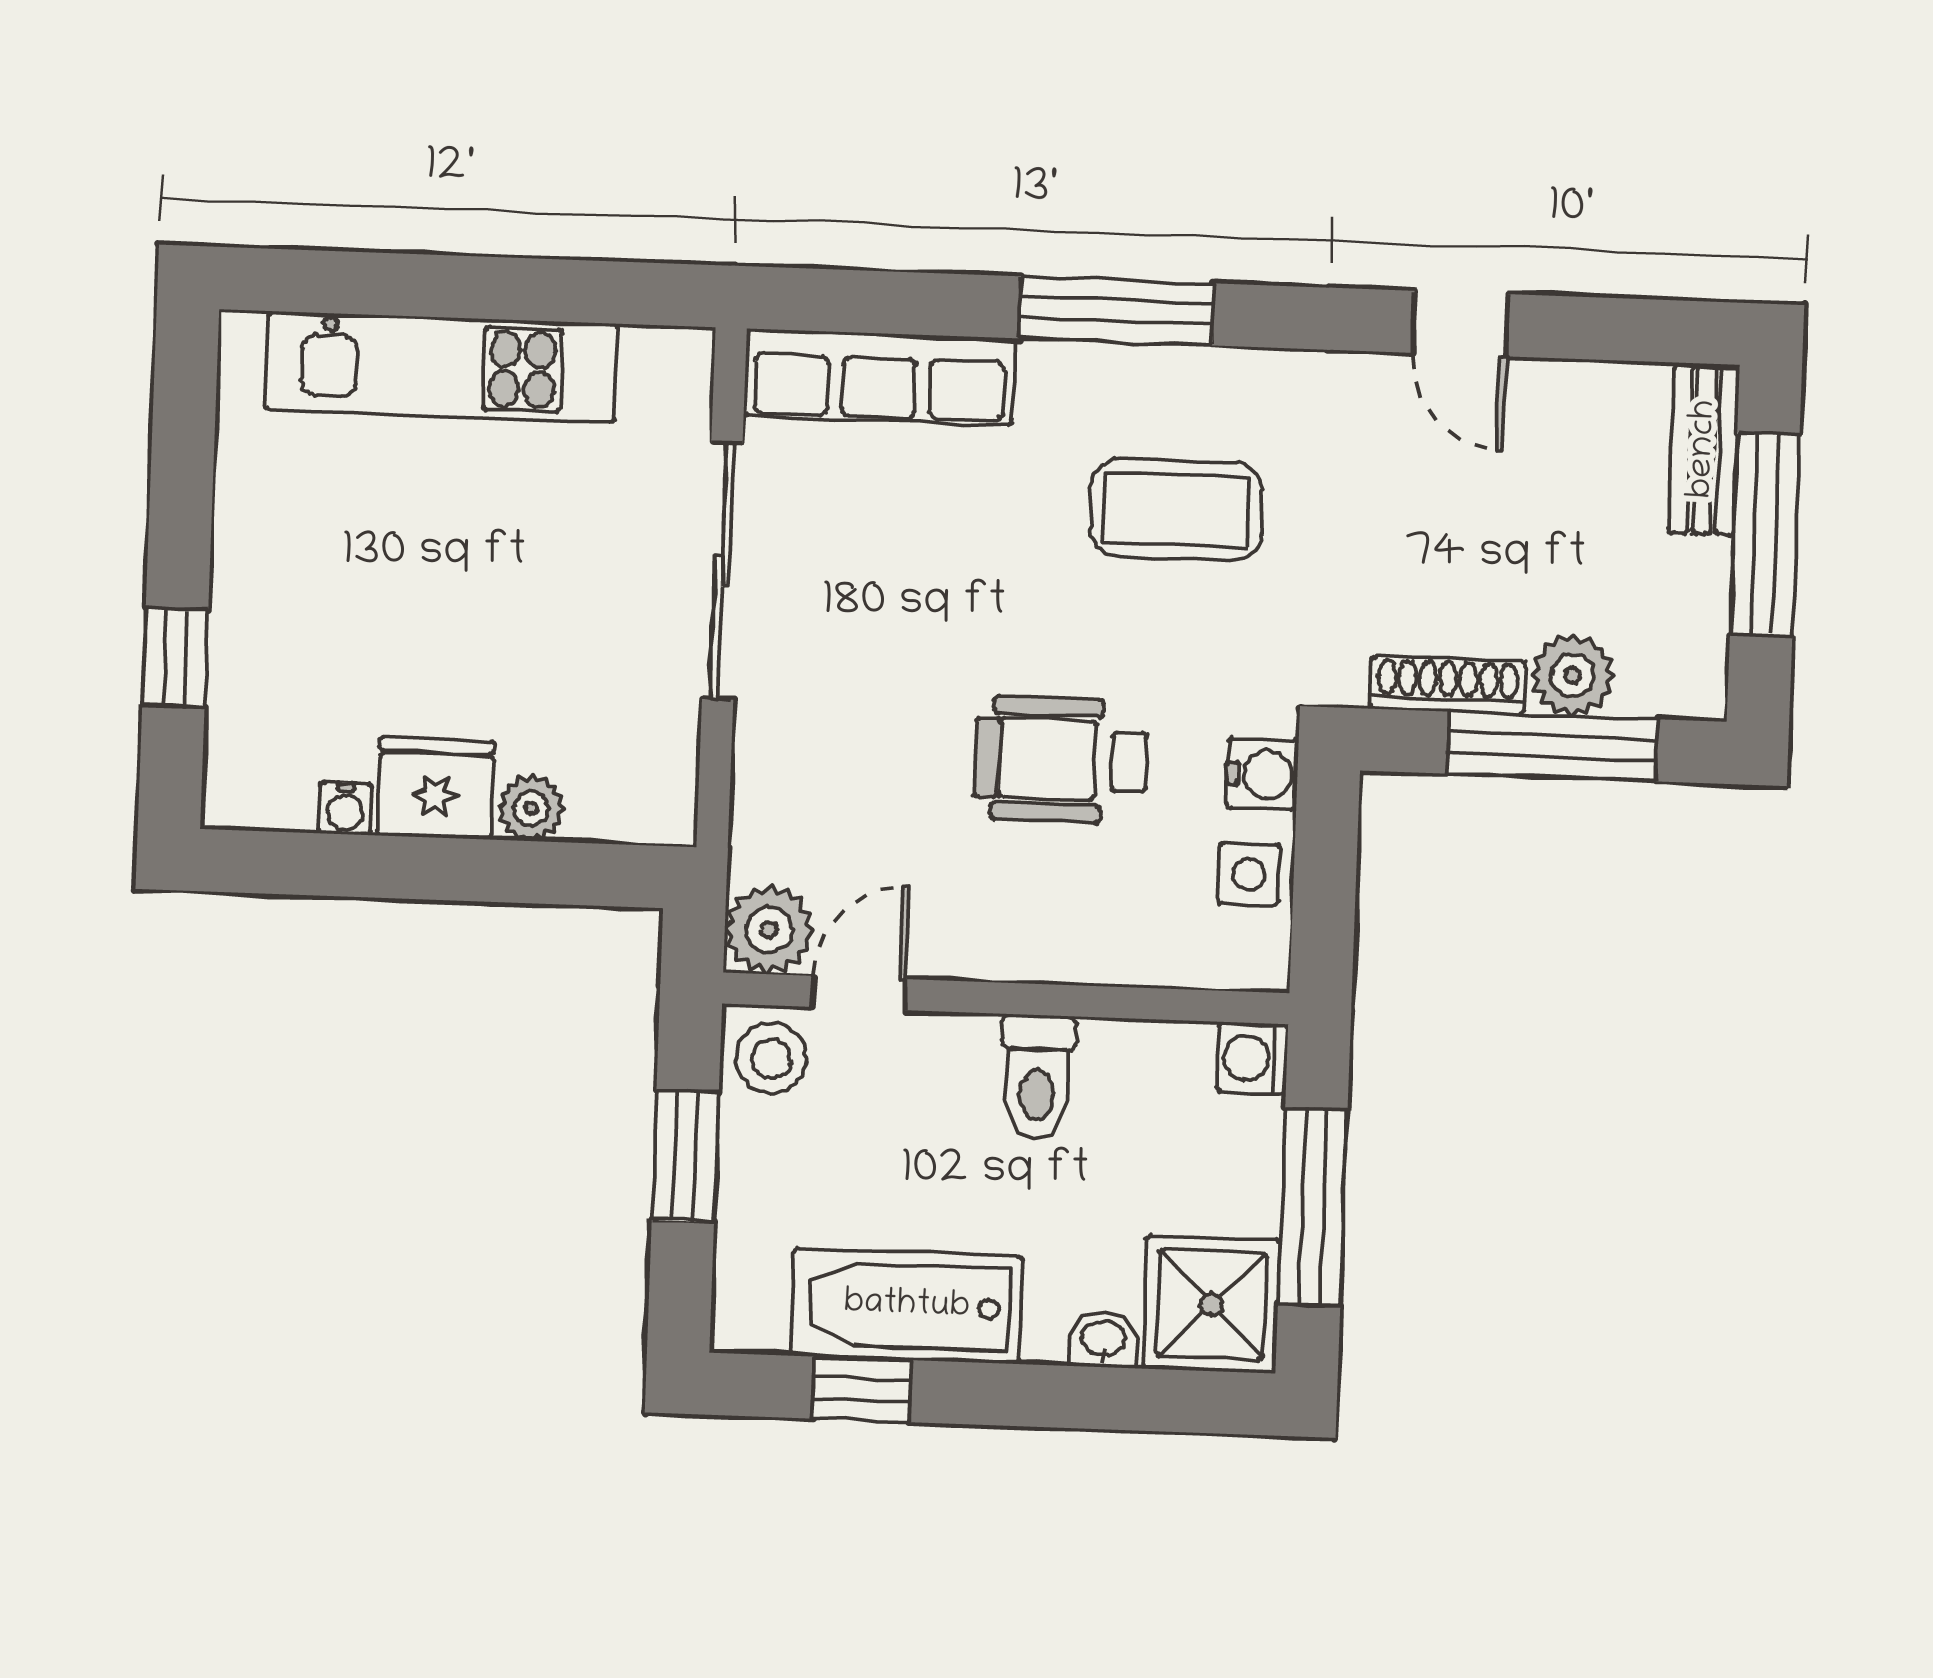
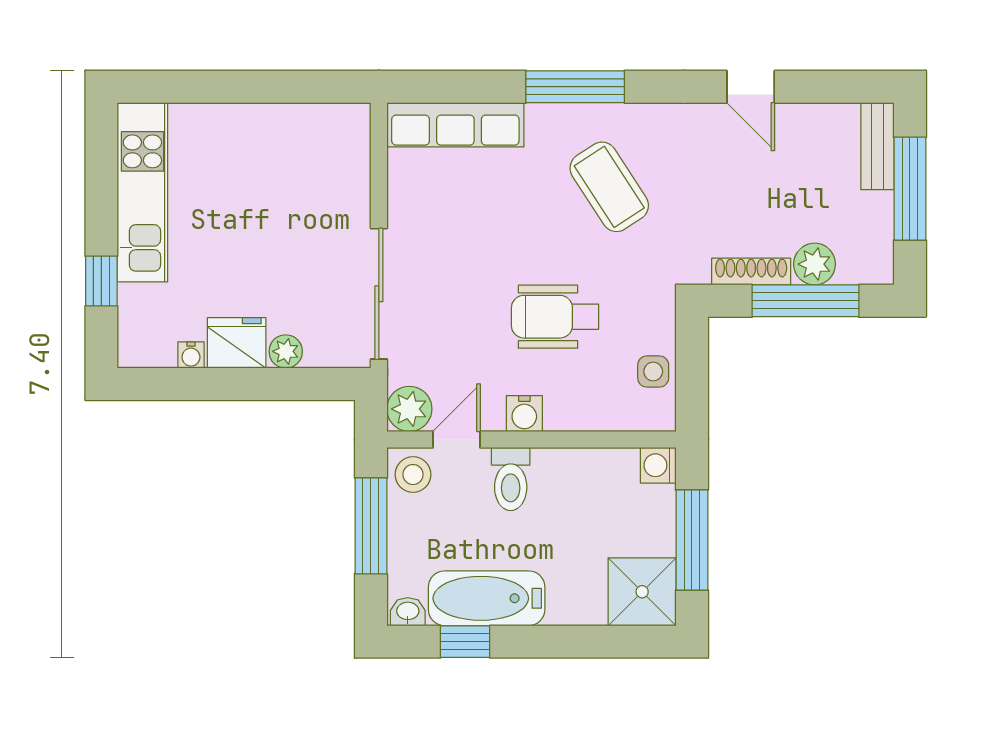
kitchen unit: (442, 367) -> (142, 192), moved, turned -90
coffee table: (1176, 509) -> (609, 187), turned 57
sliding door: (722, 571) -> (379, 294), moved
water cooler: (1262, 774) -> (524, 414), moved, turned 90
toilet: (1037, 1077) -> (511, 479), moved
window: (685, 1156) -> (371, 526), width x1.44
washbasin: (1103, 1340) -> (408, 612), moved

